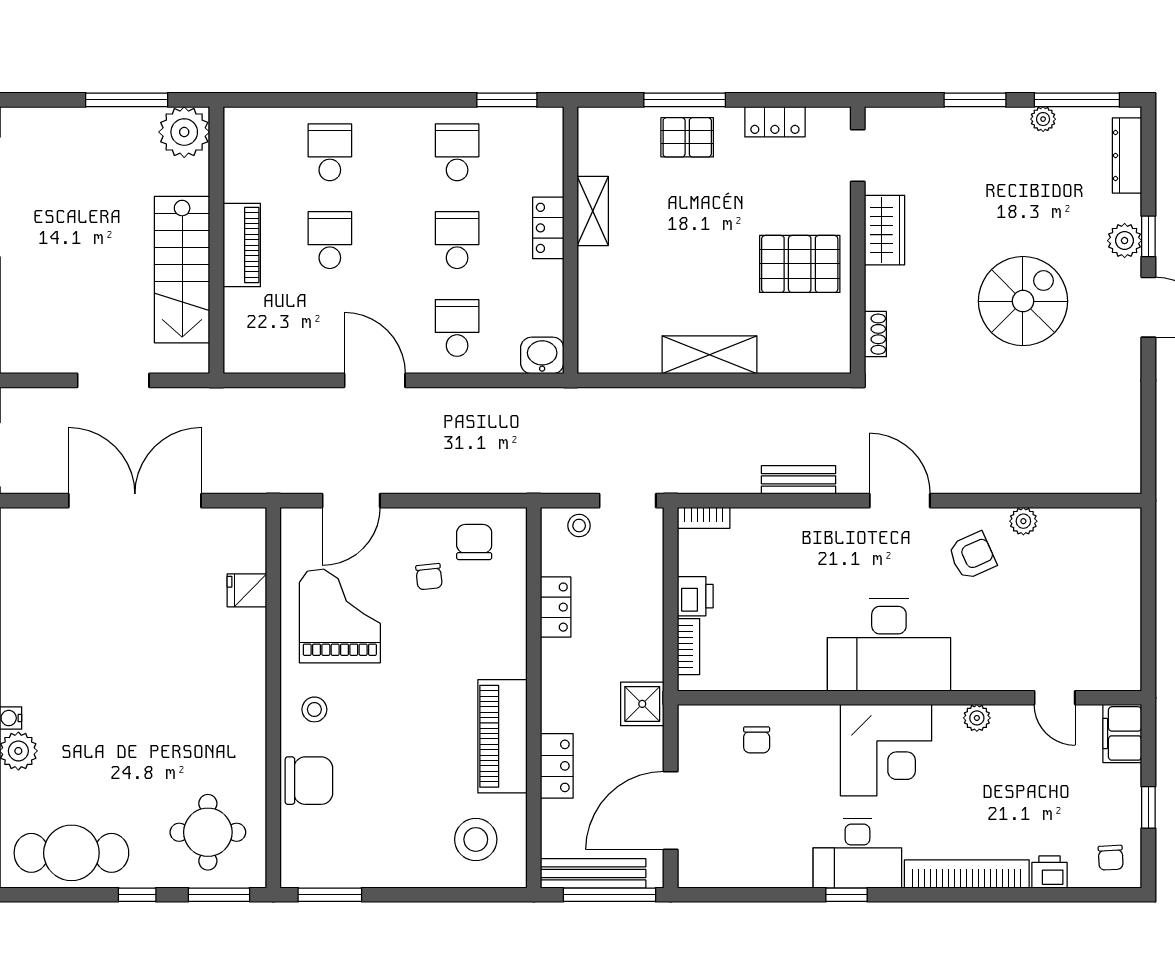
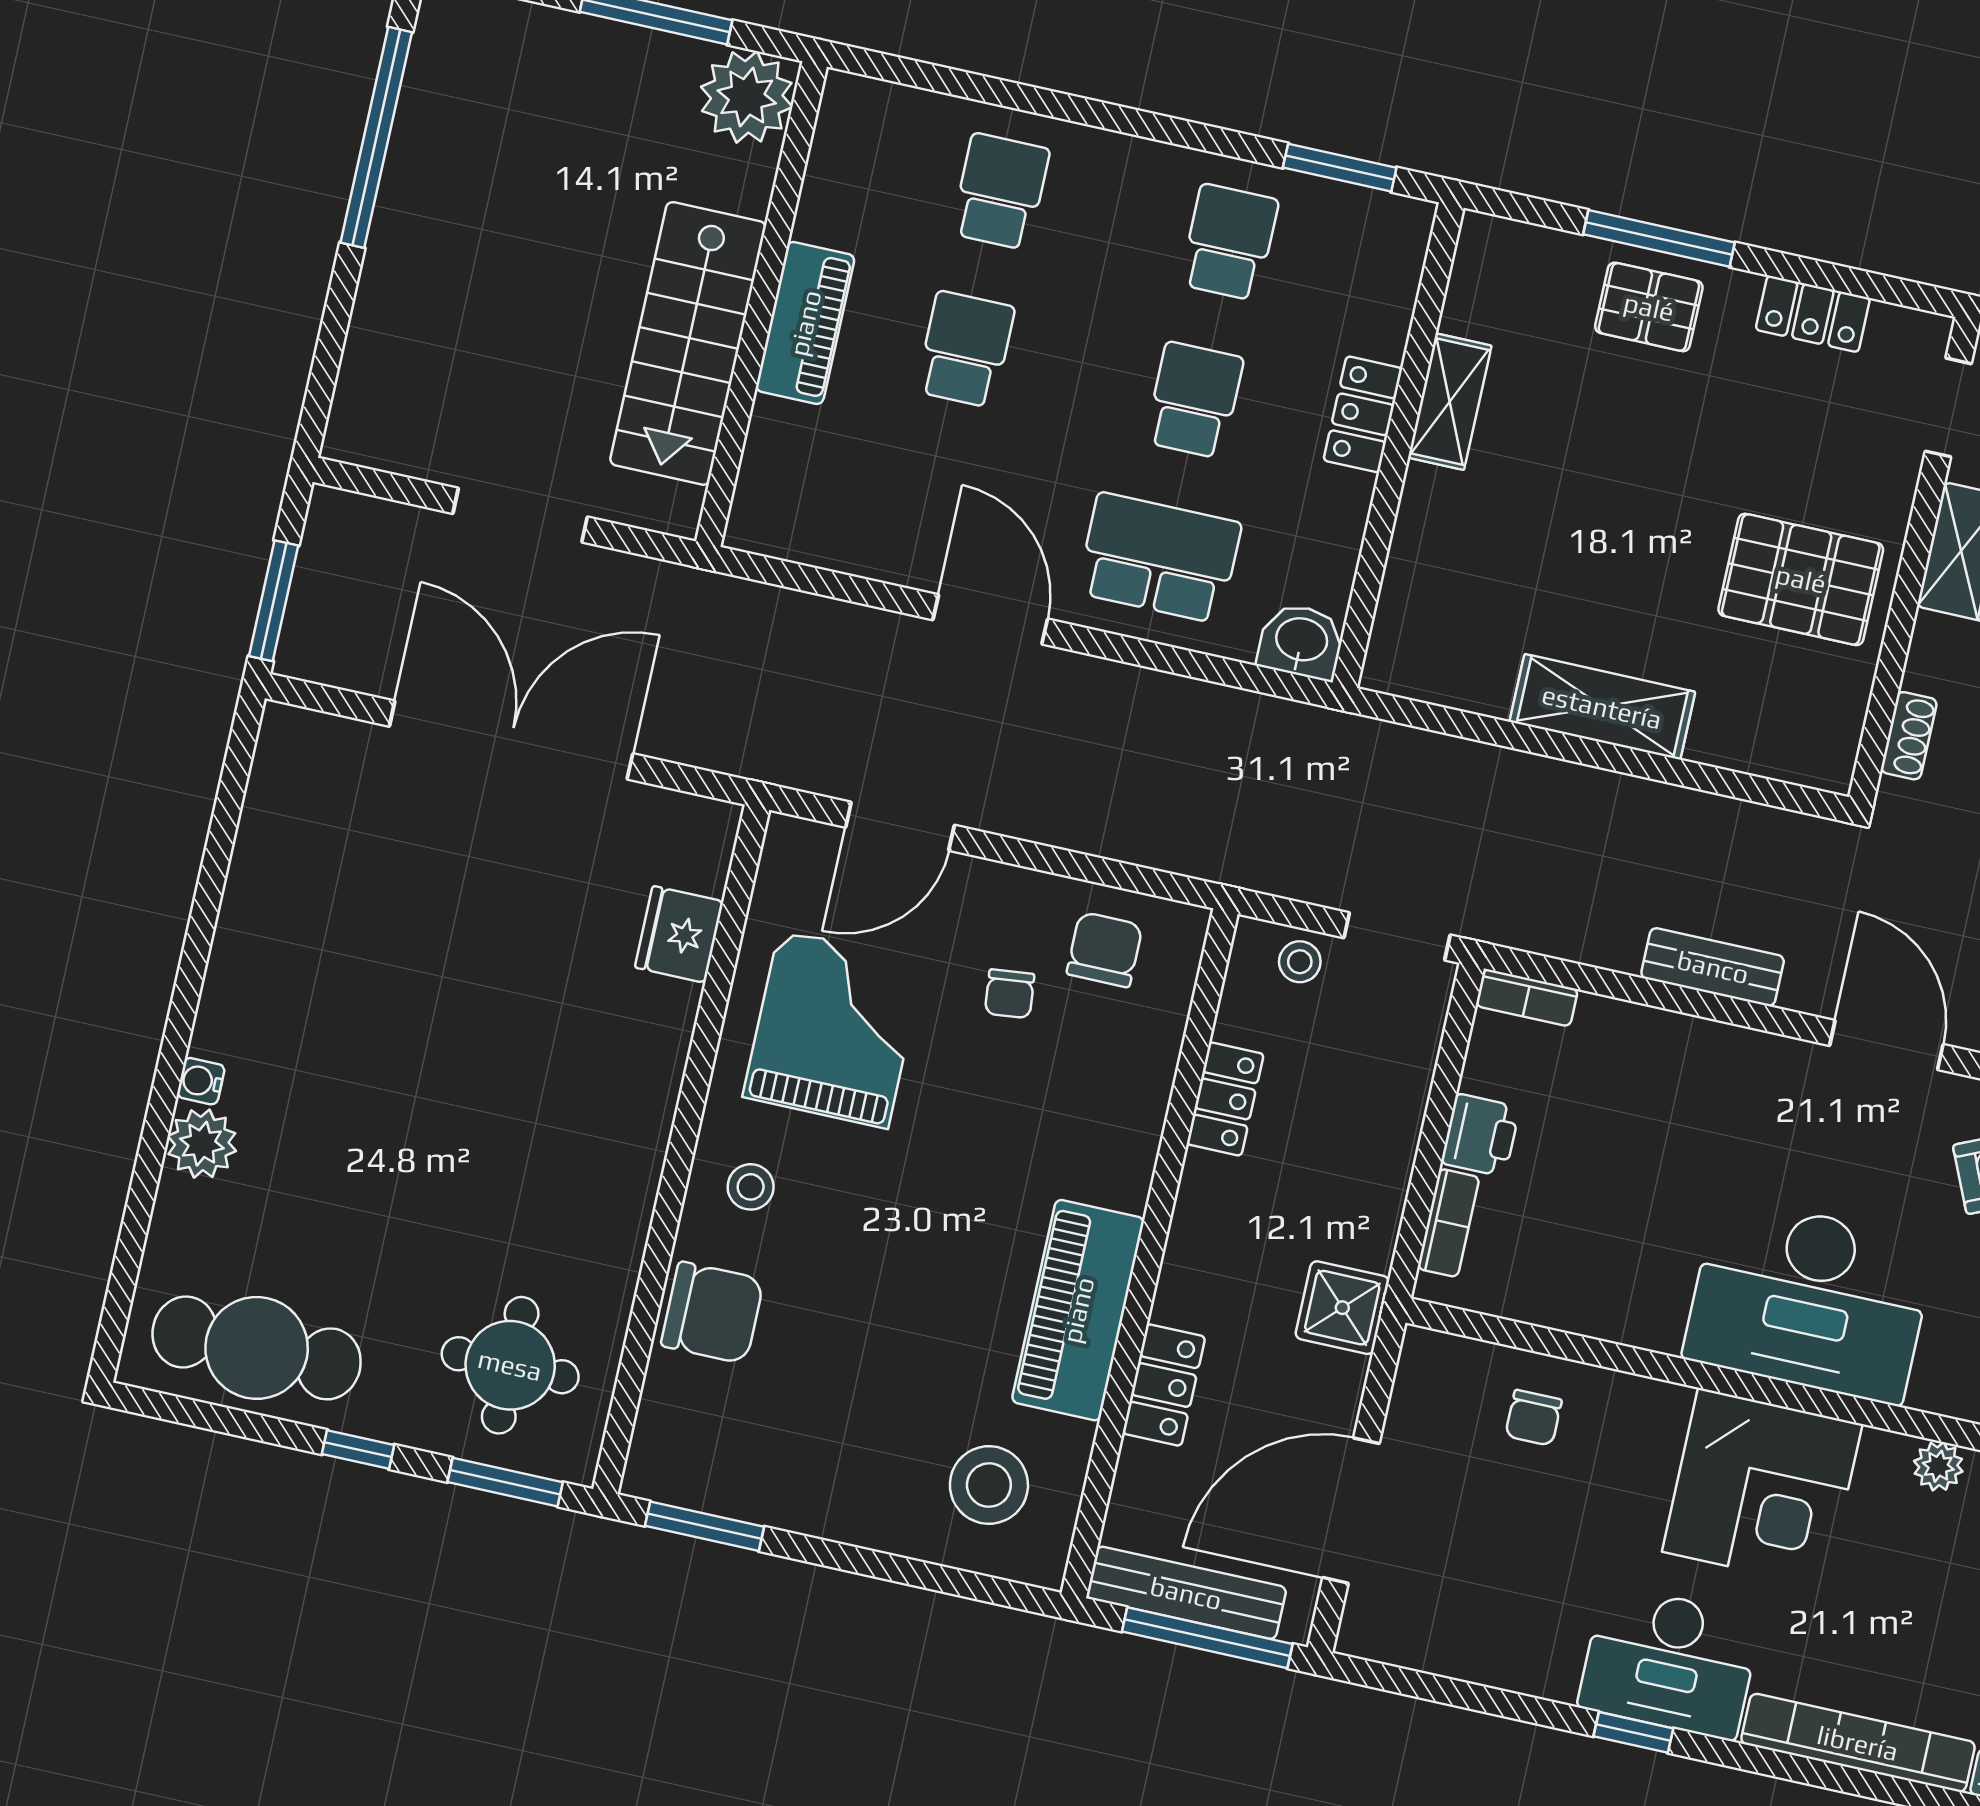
school desk: (457, 328) -> (1159, 558), width x1.85
fridge: (247, 590) -> (679, 934), width x1.38

